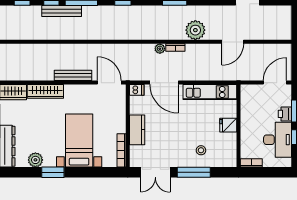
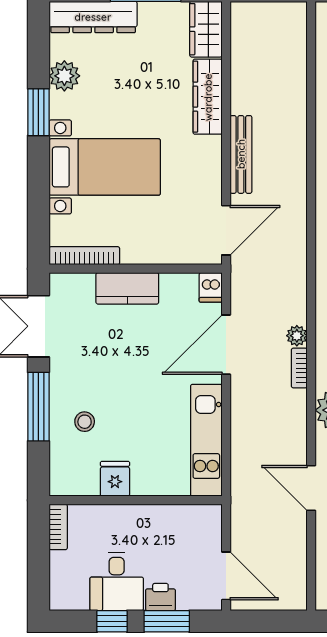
fridge: (228, 125) -> (115, 479), moved
desk: (278, 140) -> (117, 582), width x0.73

